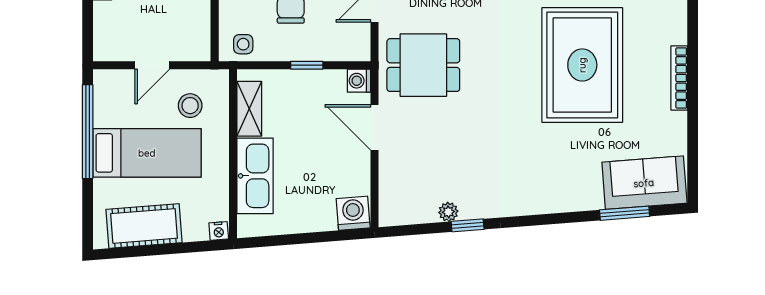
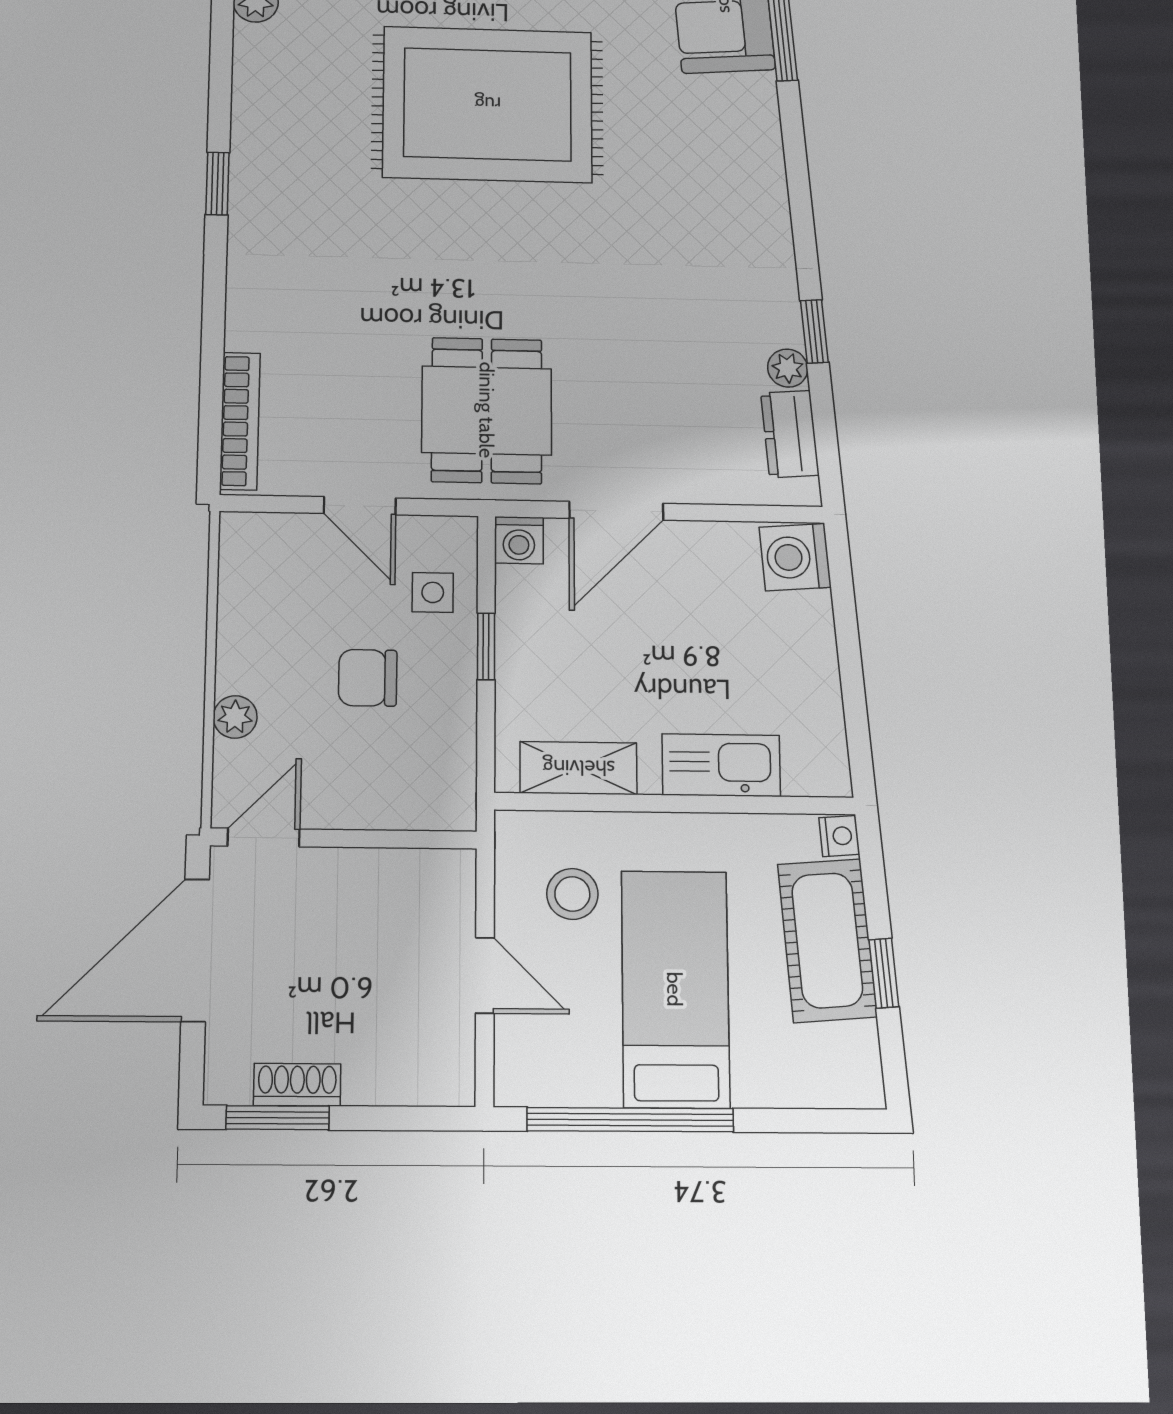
side table: (243, 44) -> (433, 592), moved
kitchen sink: (255, 176) -> (721, 765), width x0.73, depth x0.81
dresser: (415, 212) -> (790, 434), added
cot: (144, 226) -> (827, 940), moved
window: (155, 250) -> (884, 973), added

